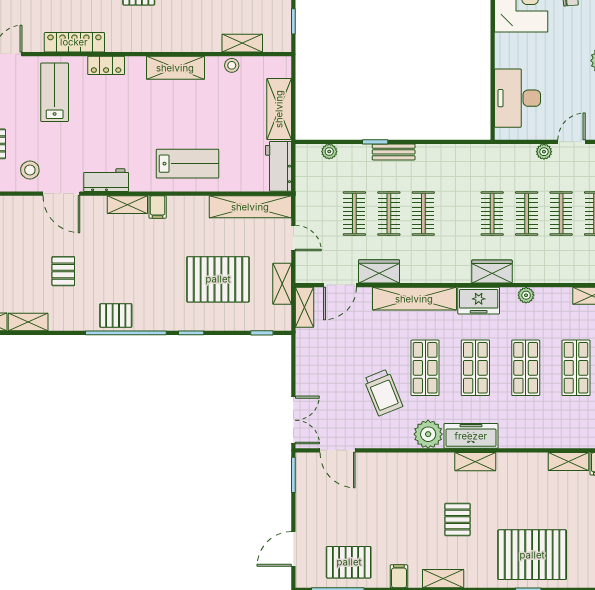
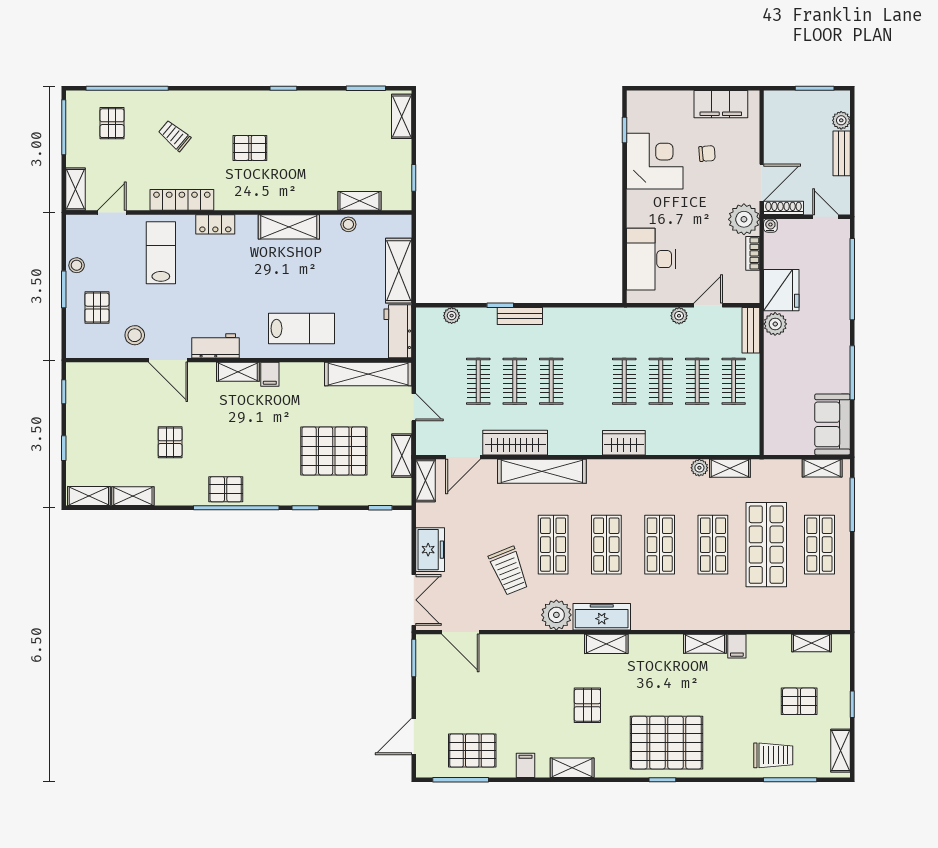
wardrobe: (379, 271) -> (515, 443), width x1.50
plant: (526, 295) -> (699, 468), moved
freezer: (479, 301) -> (430, 550), moved, turned -90

